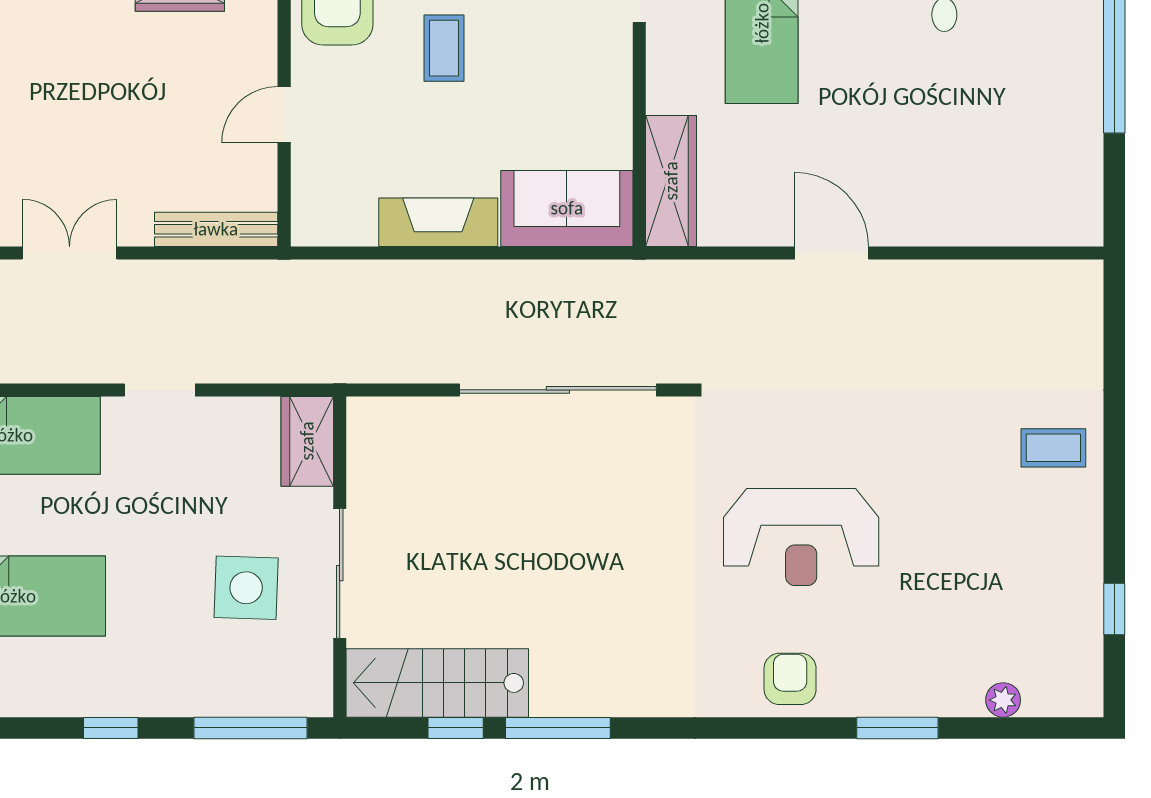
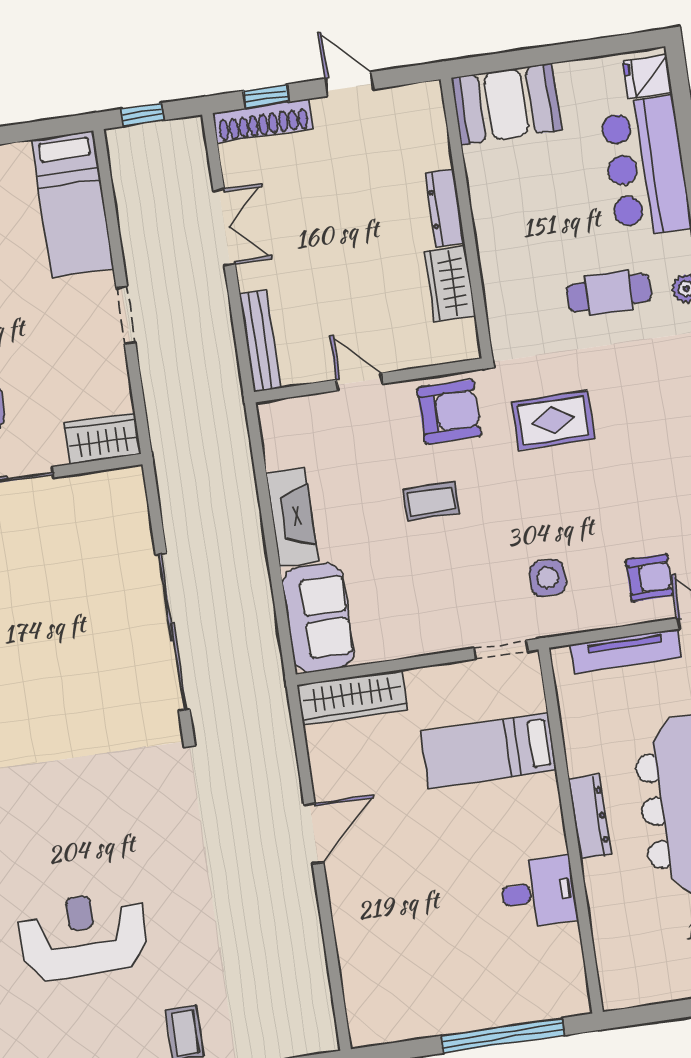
reception desk: (801, 537) -> (83, 936), moved, turned 90

